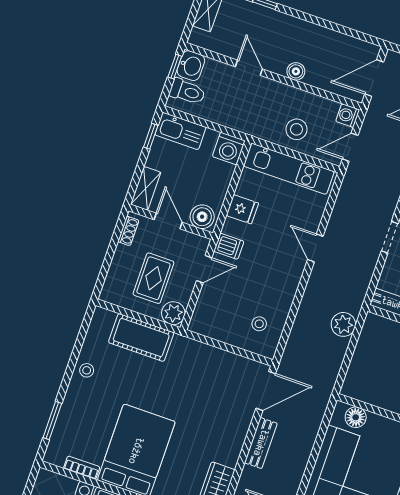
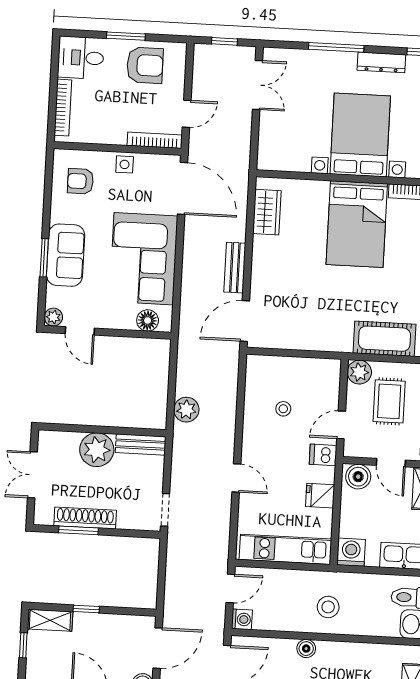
door: (249, 68) -> (354, 639), removed
stool: (297, 129) -> (328, 607), moved
stool: (259, 324) -> (283, 409), moved

